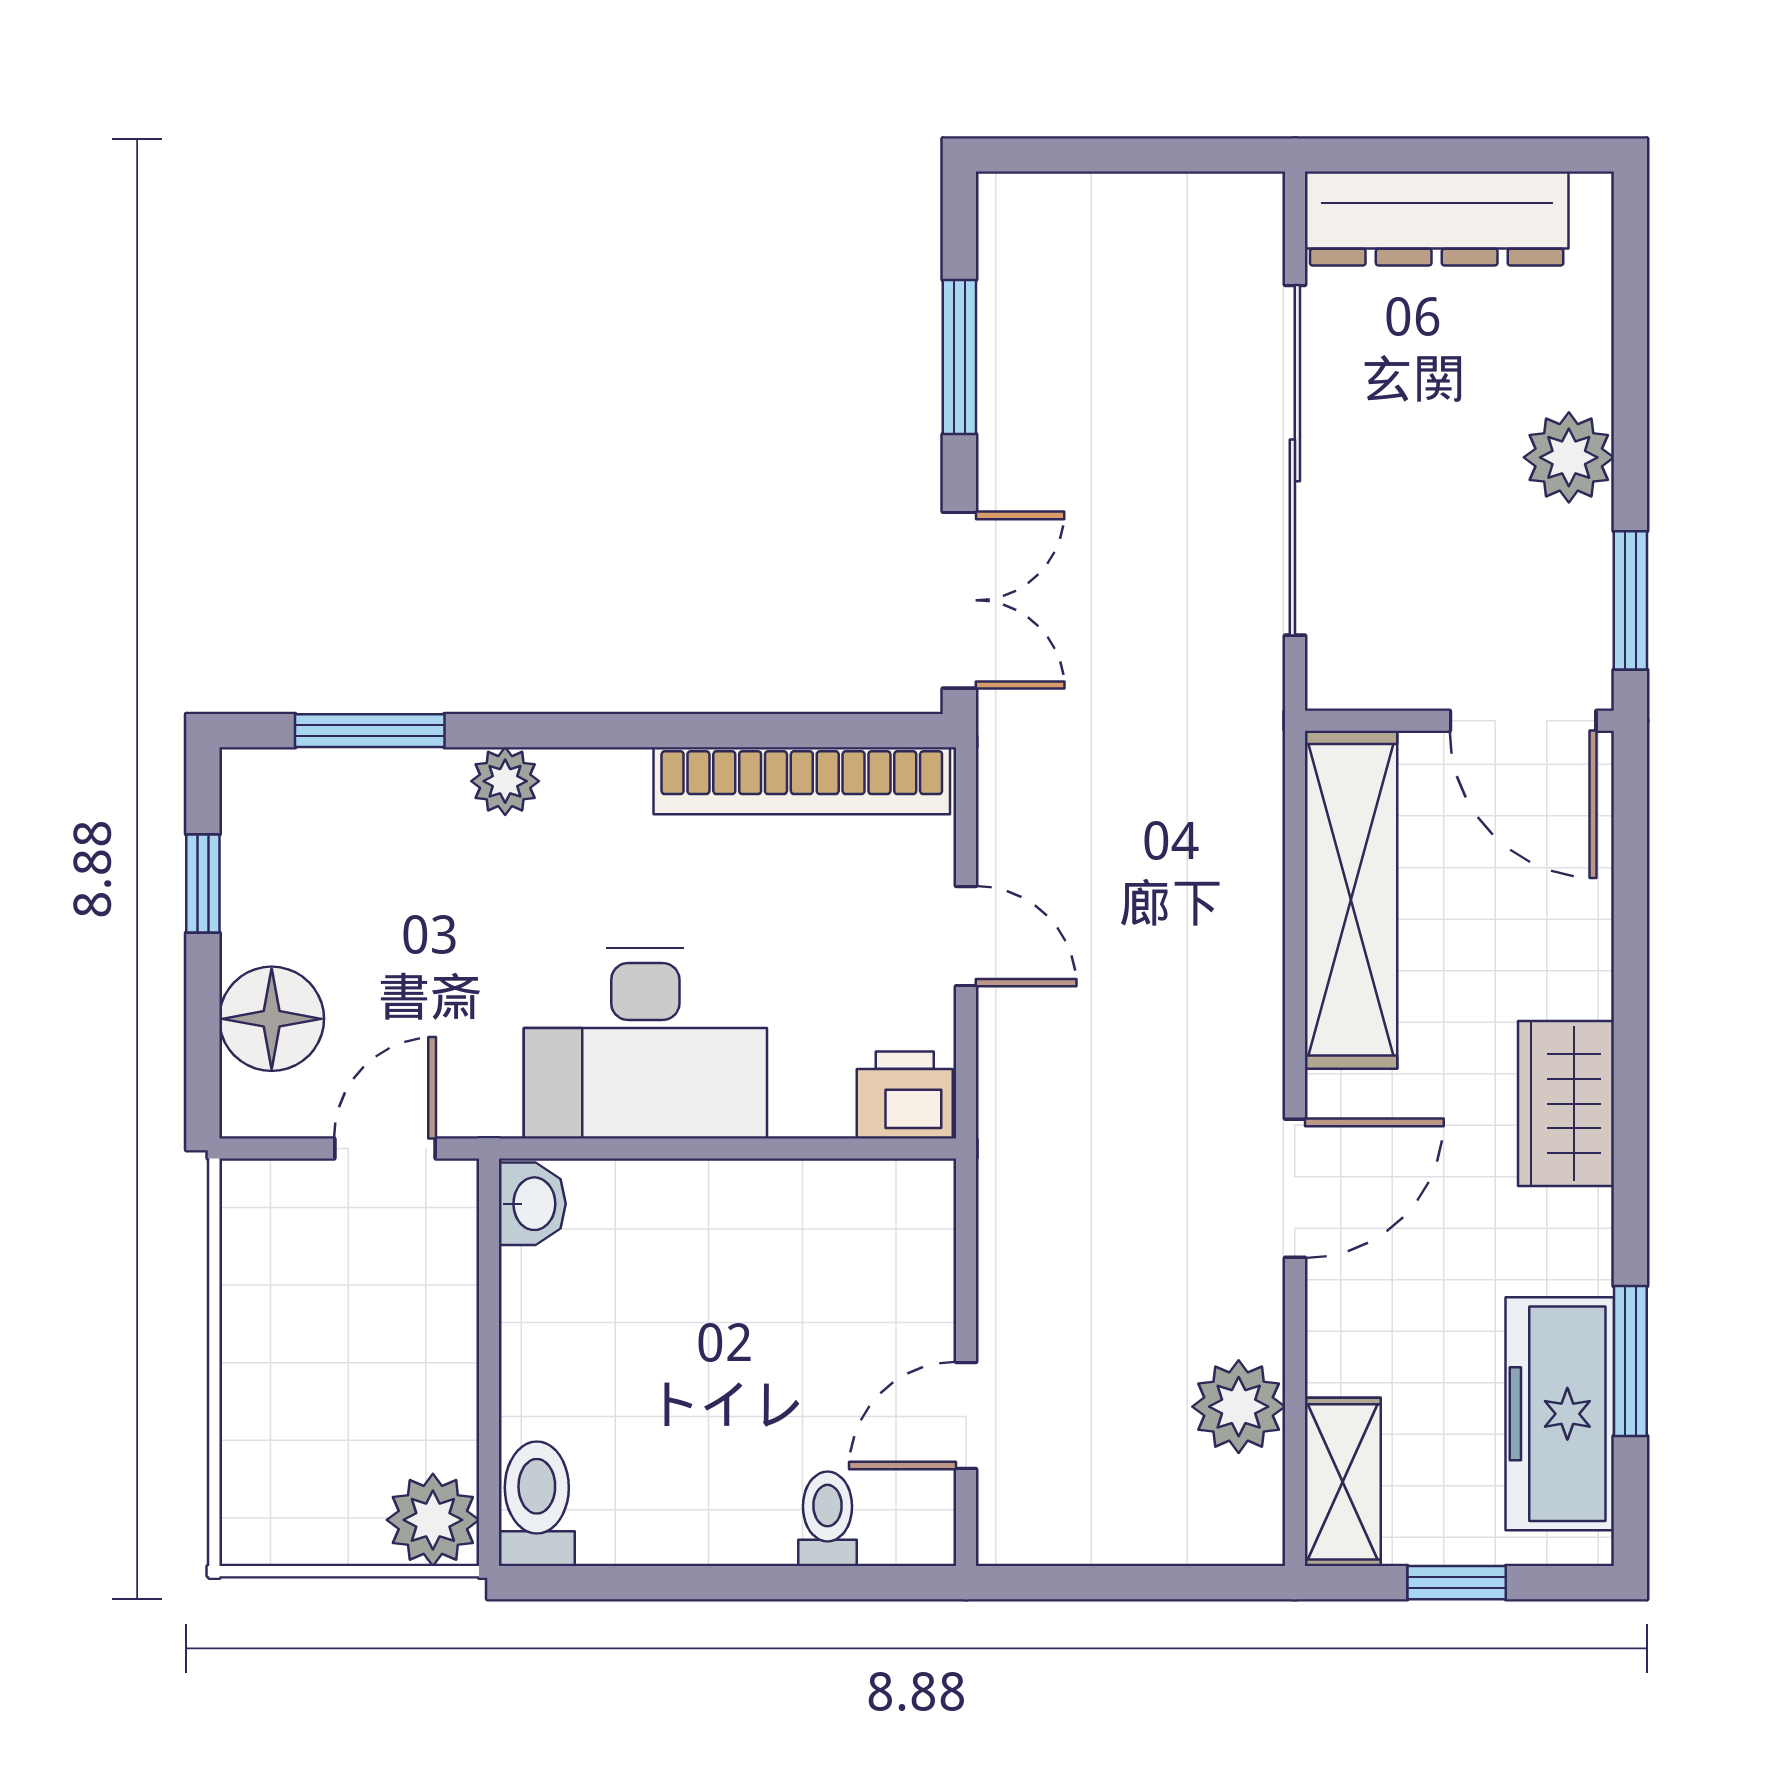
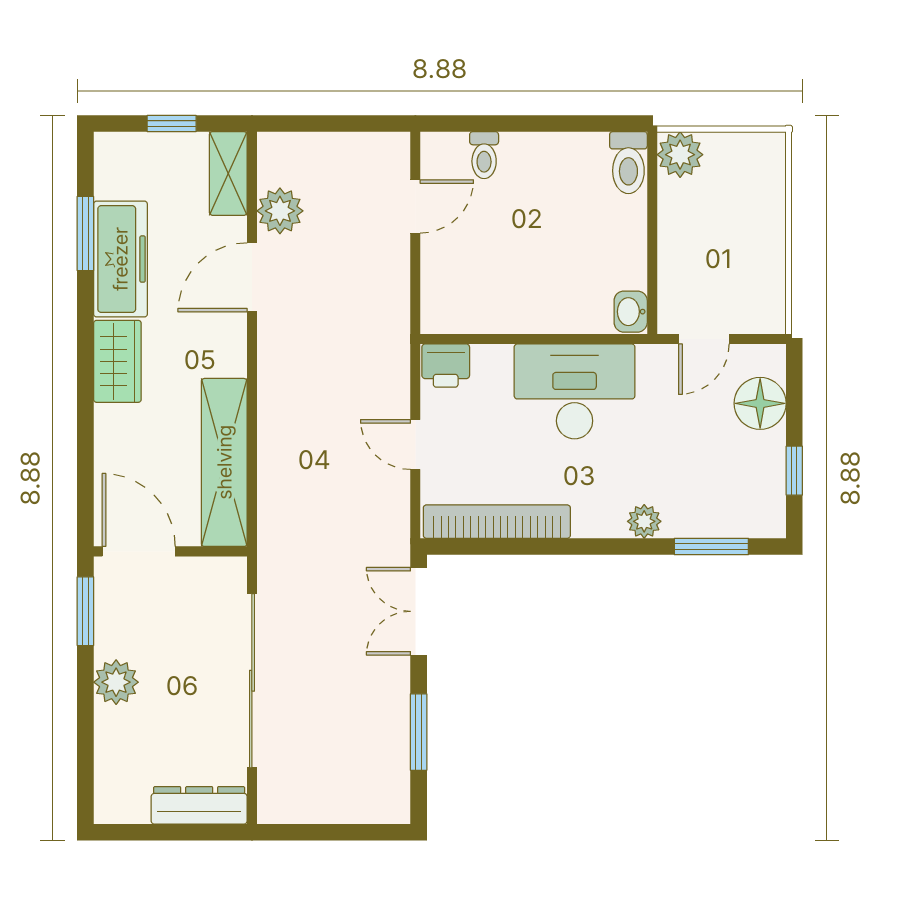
dresser: (1437, 218) -> (199, 805), width x0.73, depth x0.80
door: (1295, 1188) -> (252, 277), moved
freezer: (1560, 1414) -> (120, 259), moved

